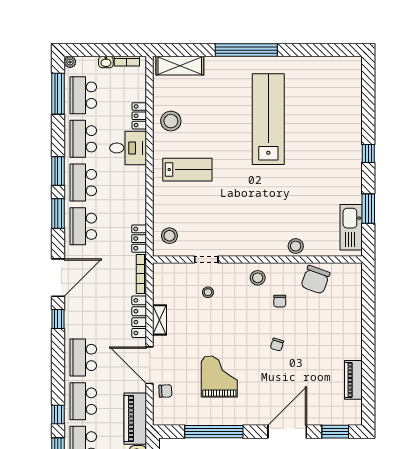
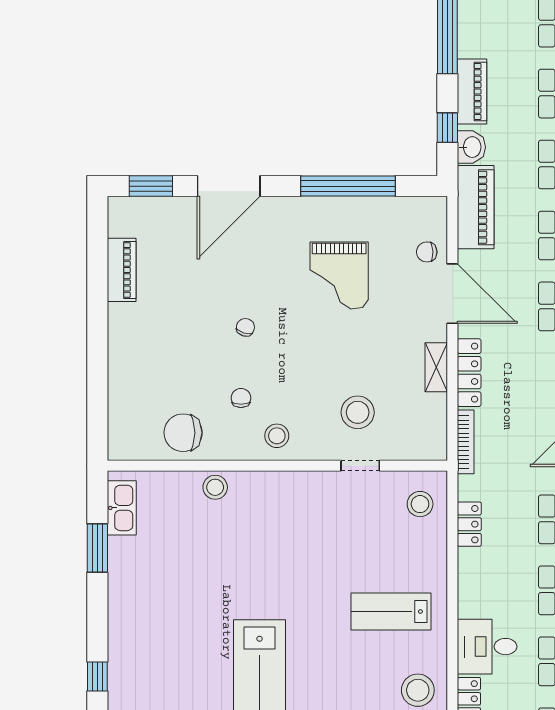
window: (368, 153) -> (97, 677), moved
kitchen sink: (351, 227) -> (122, 508), width x0.73, depth x0.81
locker: (139, 239) -> (469, 524), moved
chair: (315, 280) -> (183, 433), turned -110
stool: (208, 292) -> (358, 412), width x1.89, depth x1.89

